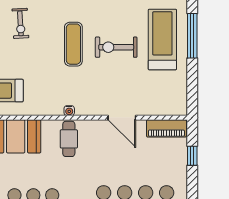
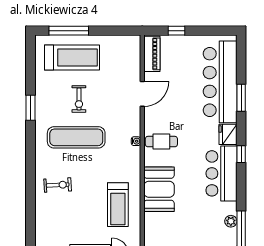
treadmill: (162, 39) -> (72, 57), turned 180
exercise mat: (73, 44) -> (76, 137), width x1.36, depth x1.45
exercise bike: (116, 47) -> (79, 99), width x0.73, depth x0.72

